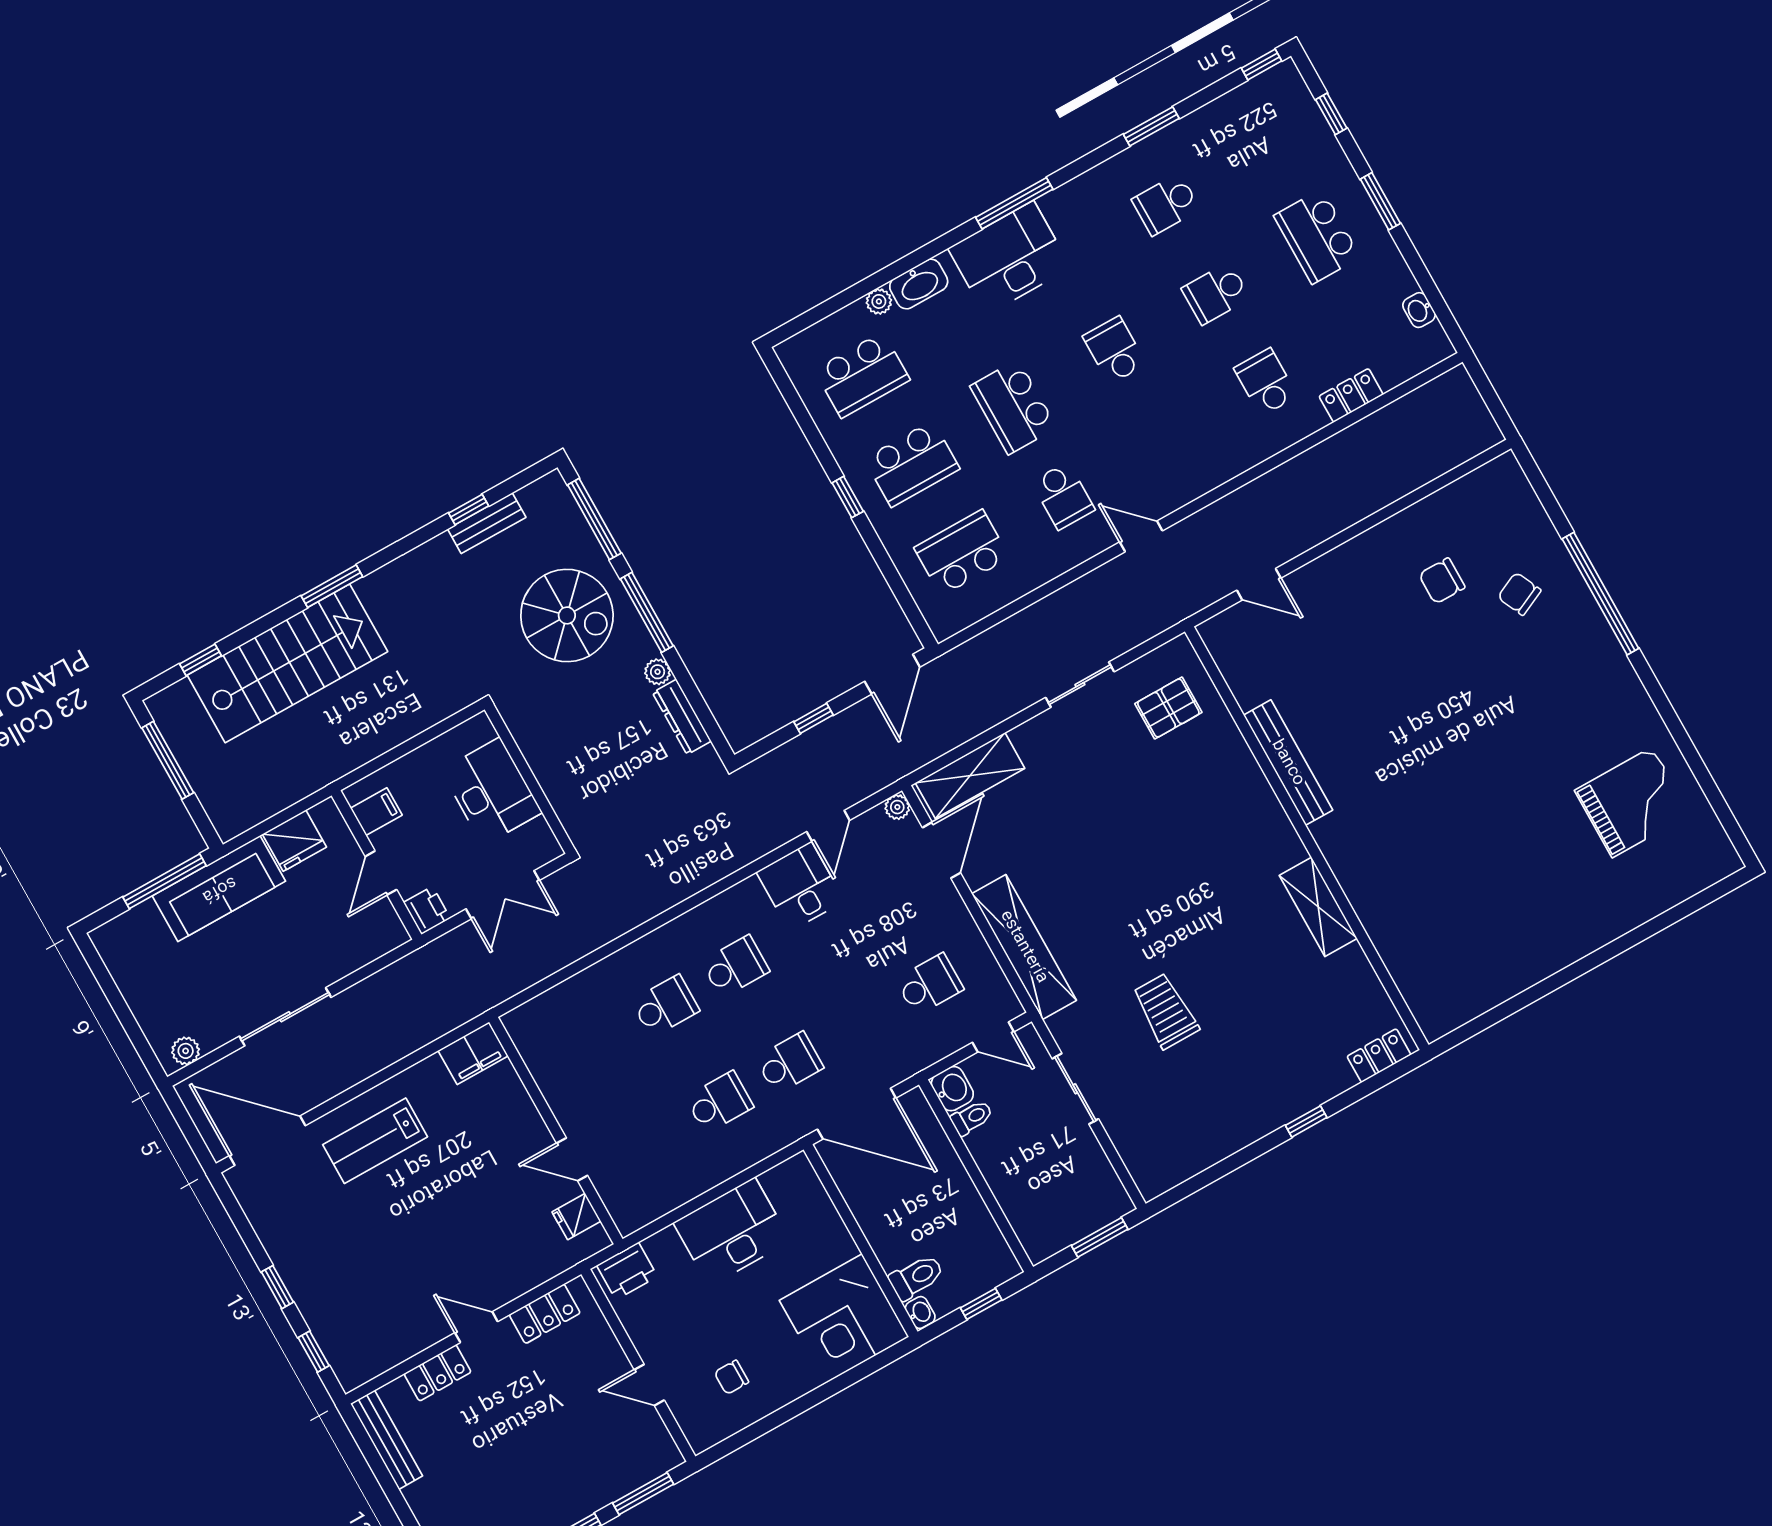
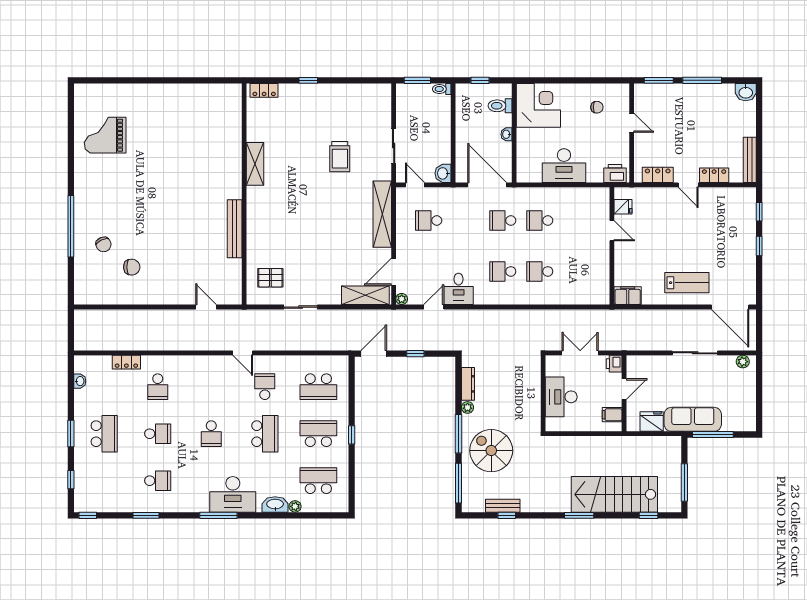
toilet: (972, 1118) -> (442, 89), moved
washbasin: (920, 1313) -> (506, 134), moved

